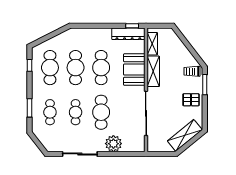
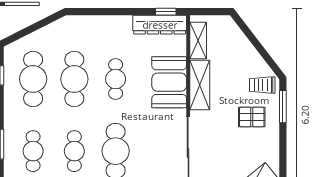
cafe table: (101, 68) -> (116, 79), width x0.73, depth x0.74
pallet: (191, 100) -> (252, 117), moved

